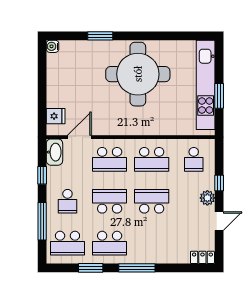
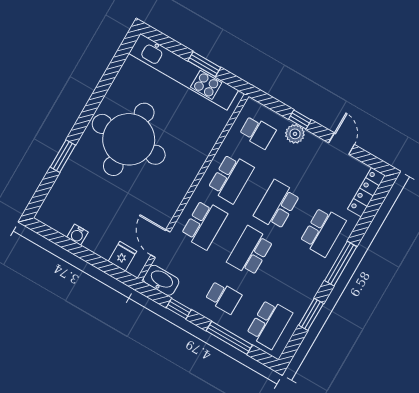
water cooler: (53, 46) -> (77, 235), moved
plant: (207, 198) -> (295, 134), moved
school desk: (110, 243) -> (323, 232), moved
locker: (202, 257) -> (366, 192), width x1.53

